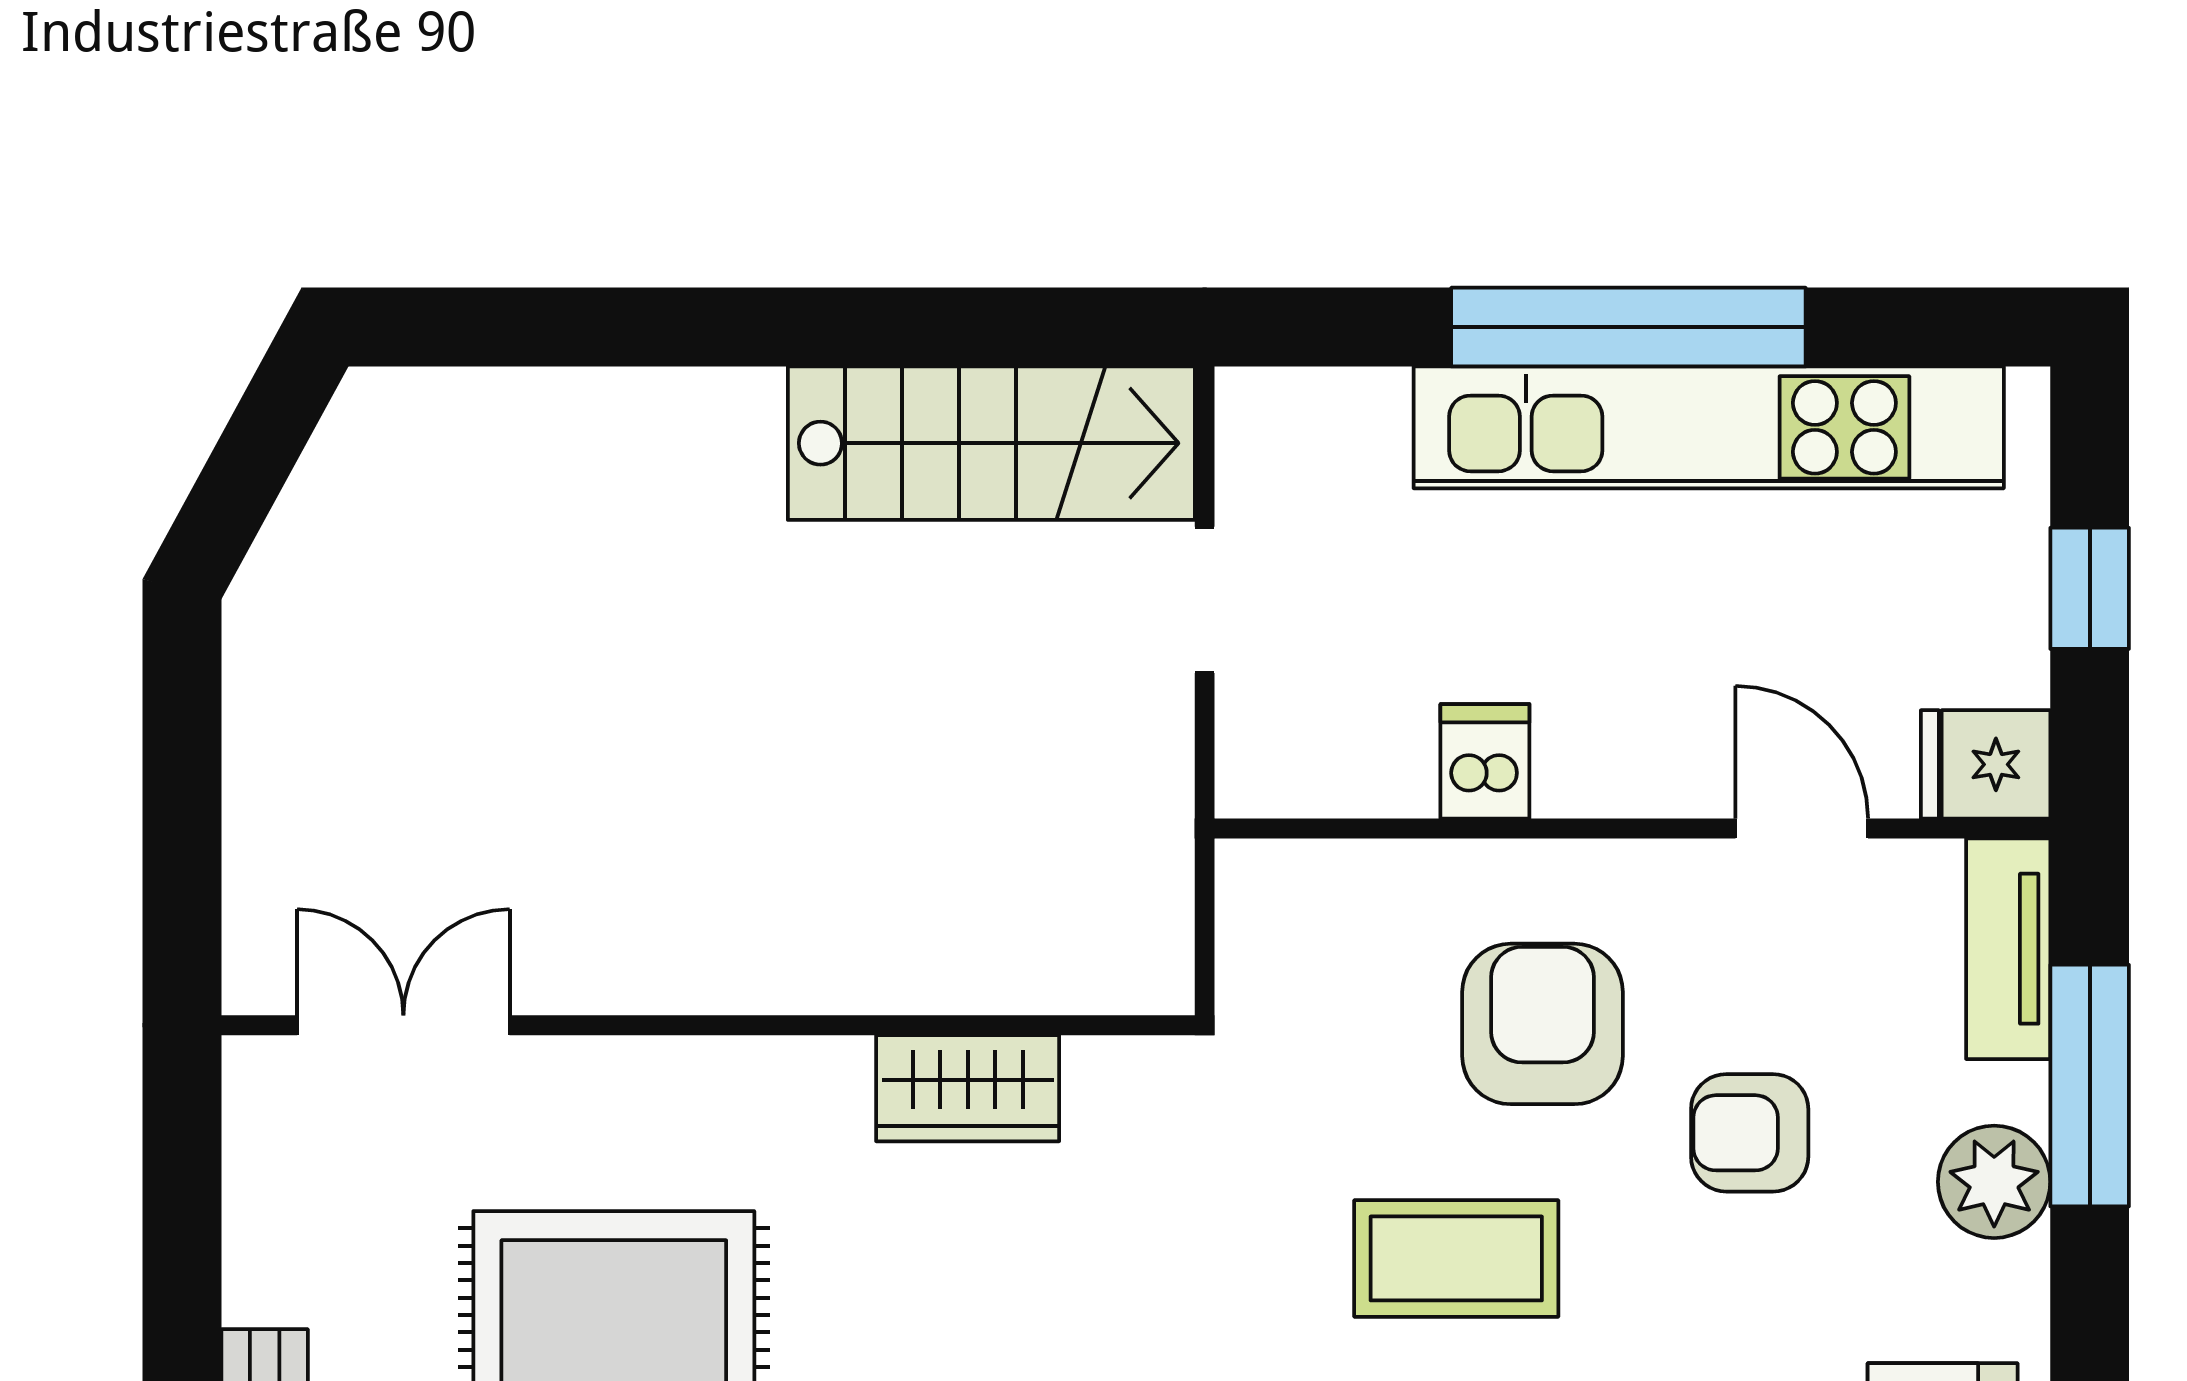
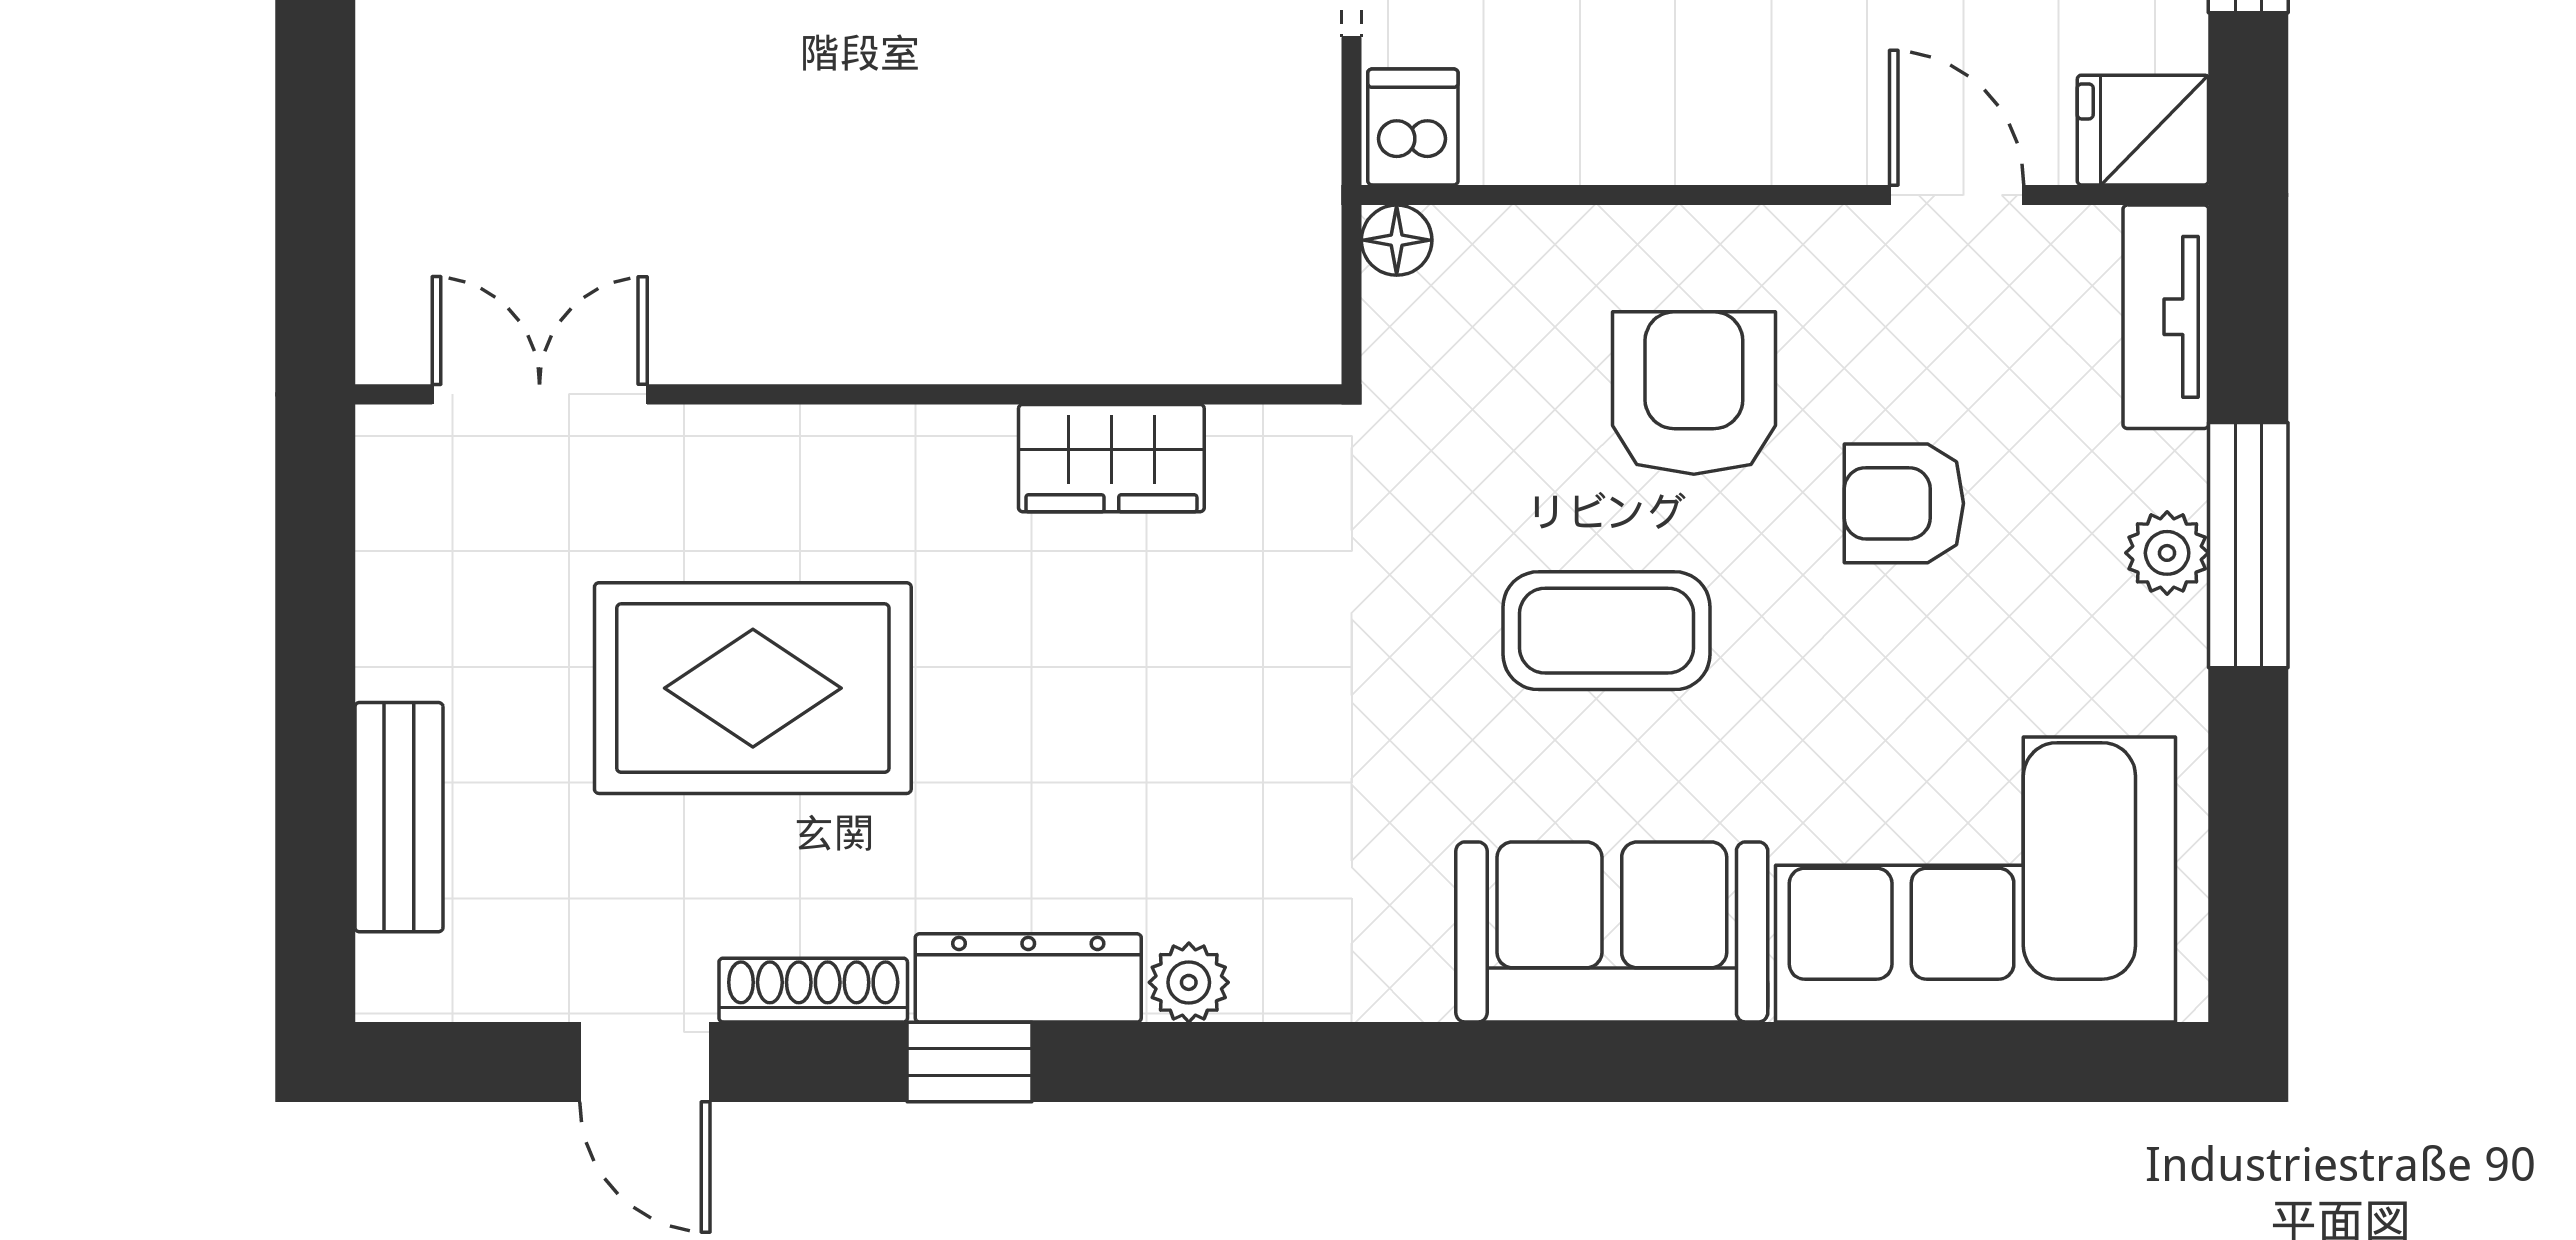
dishwasher: (1485, 761) -> (1413, 127), moved
floor lamp: (1249, 873) -> (1397, 240), added
window: (2090, 1086) -> (2248, 545), moved
plant: (1994, 1182) -> (2167, 553), width x0.73, depth x0.73

